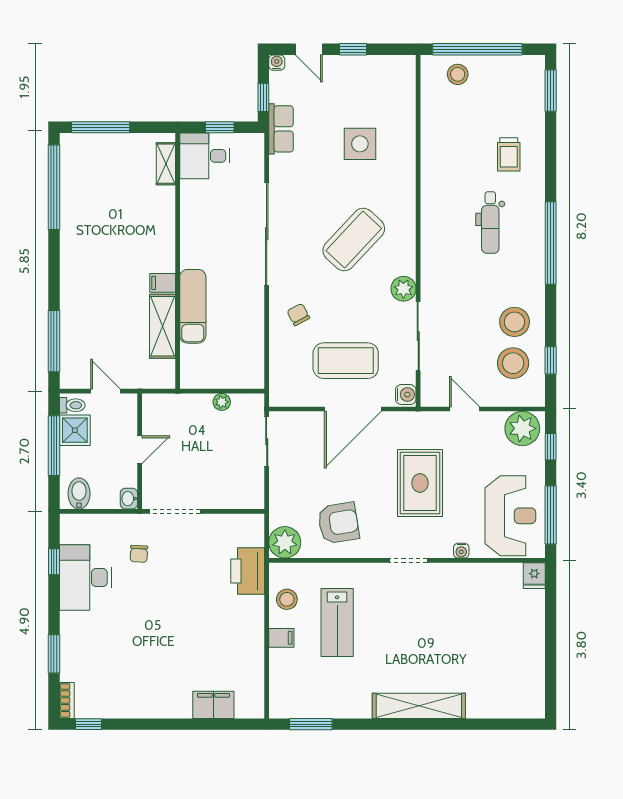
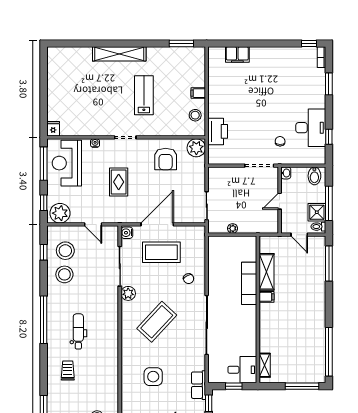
rug: (420, 483) -> (119, 182), width x0.73, depth x0.70
armchair: (338, 523) -> (166, 159), turned -81
lab bench: (337, 623) -> (144, 95), moved

